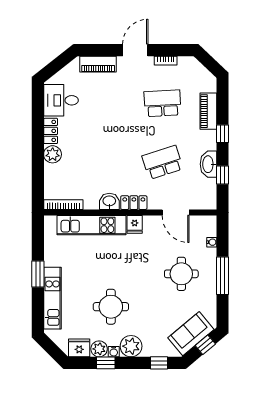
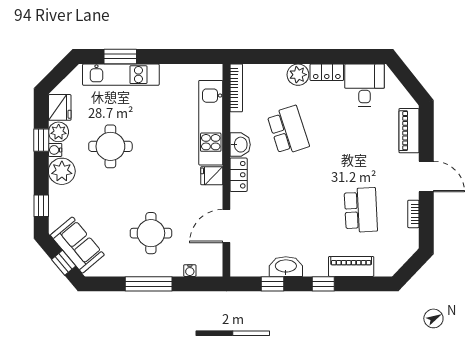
school desk: (163, 162) -> (288, 130), moved
window: (38, 274) -> (120, 57), moved

